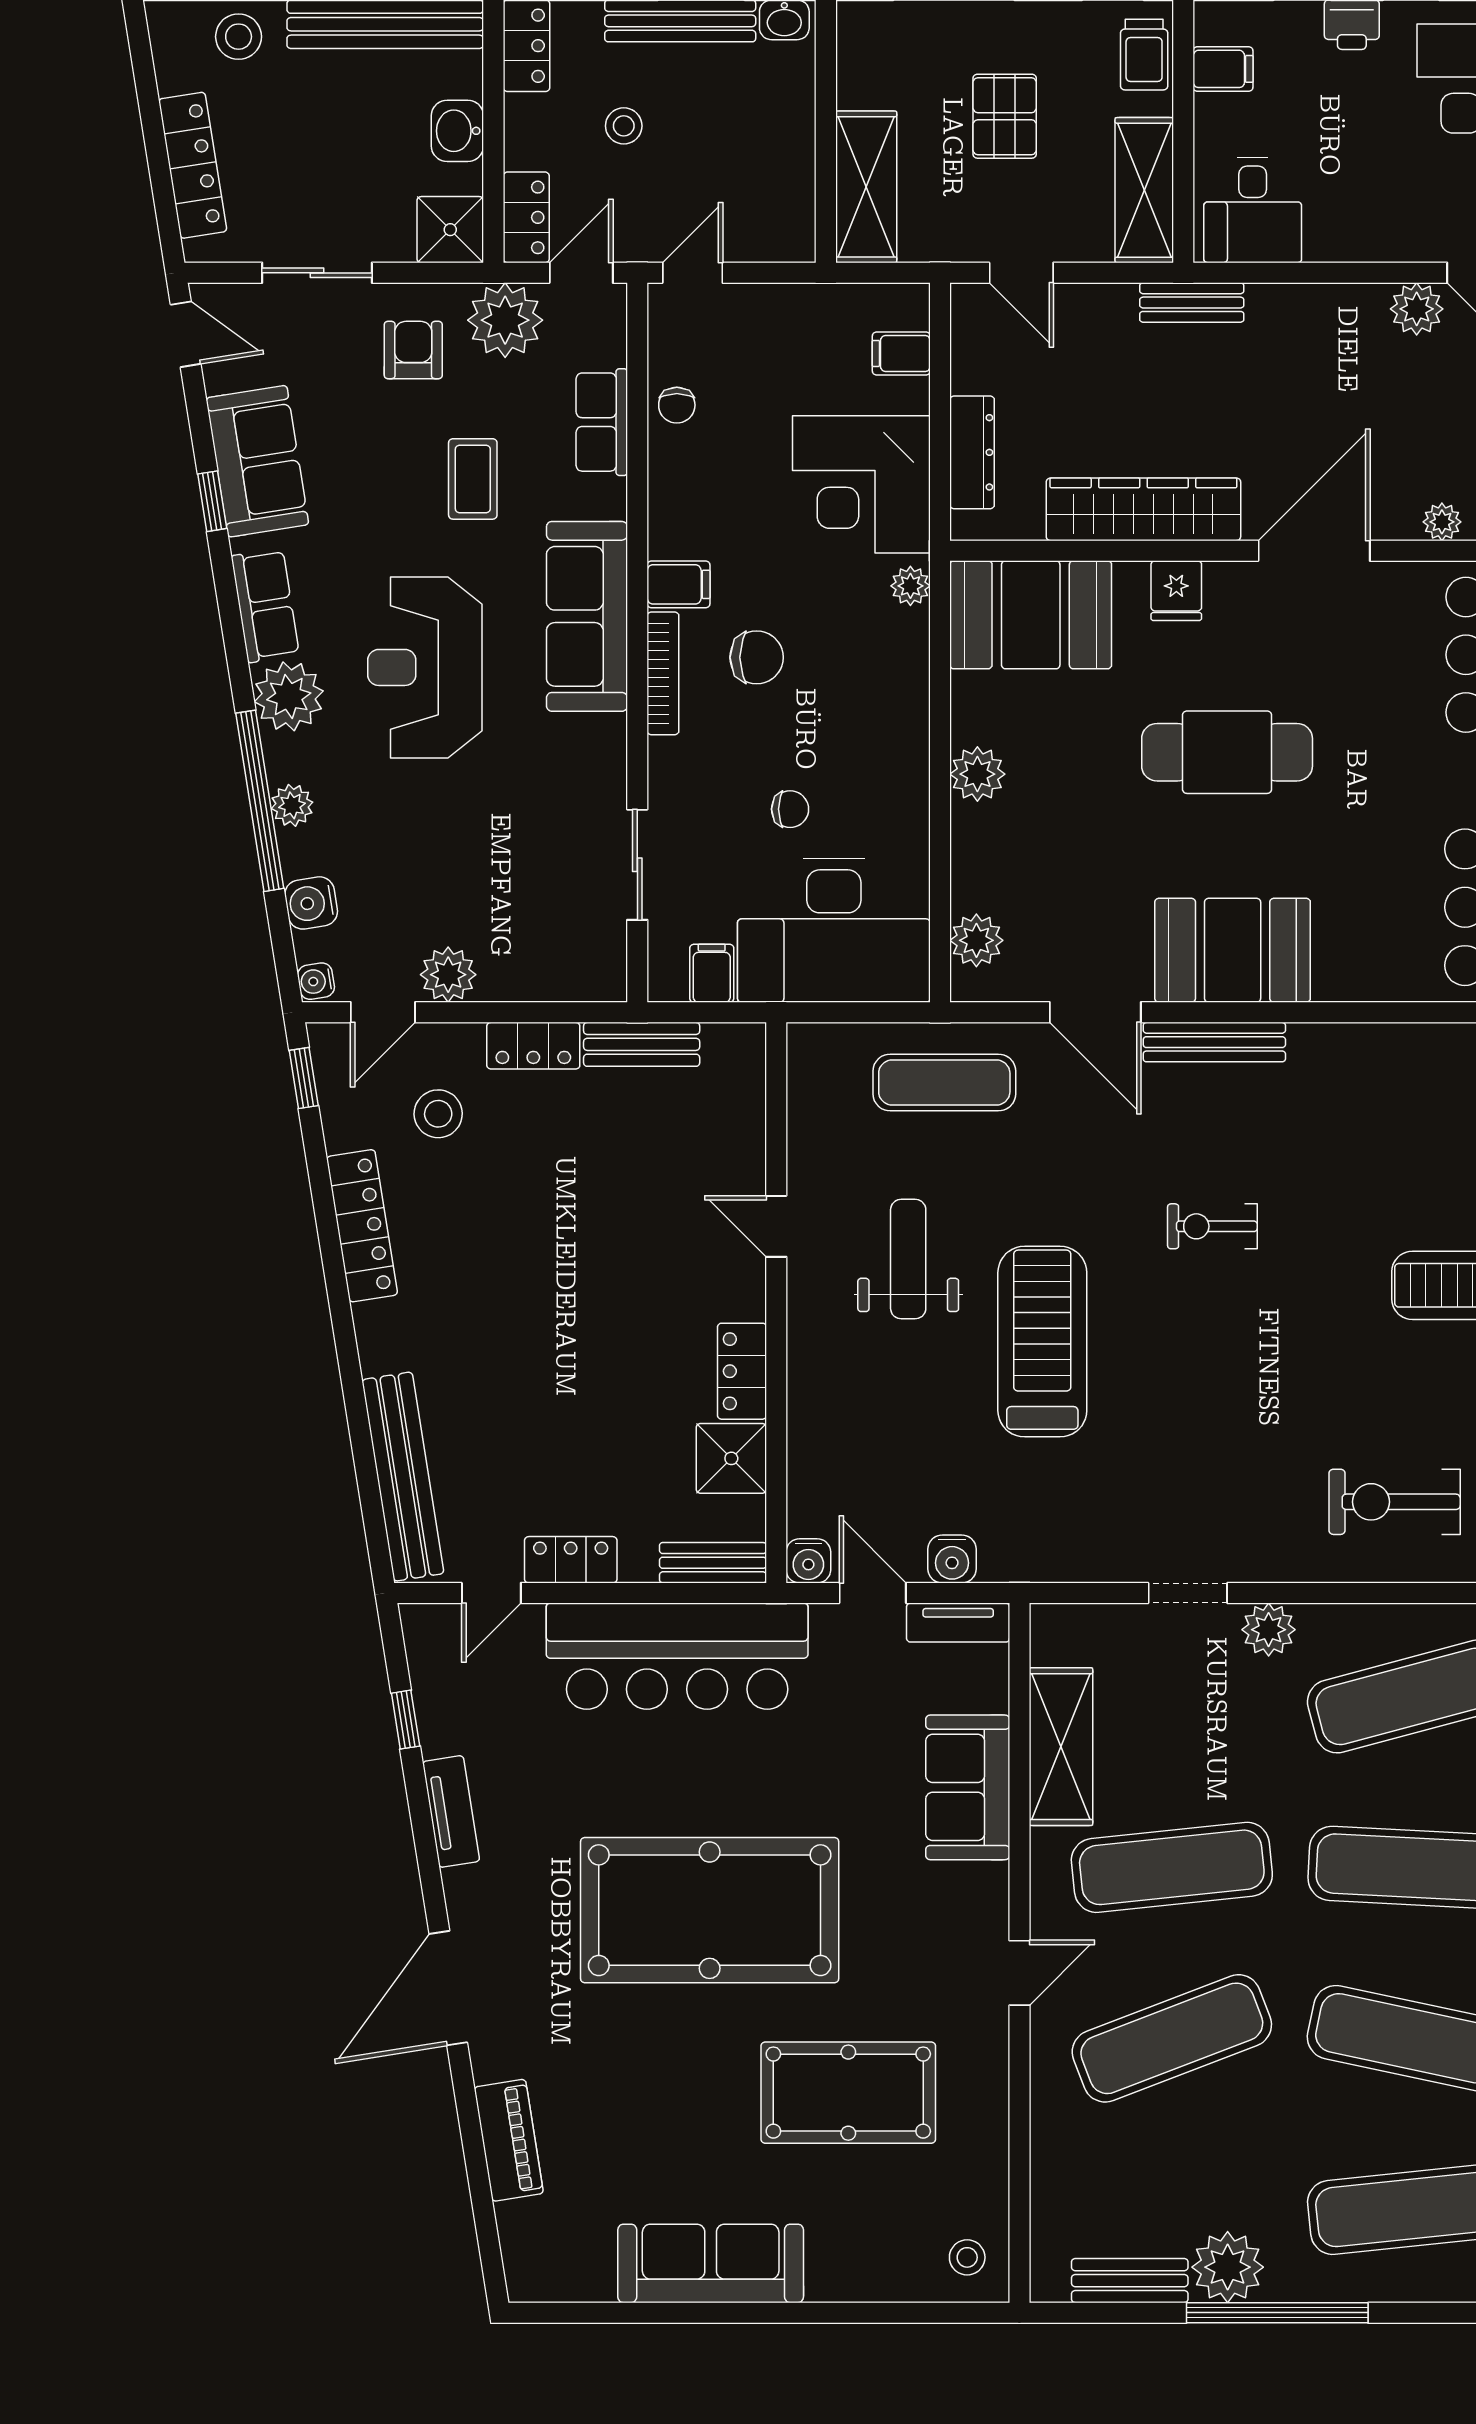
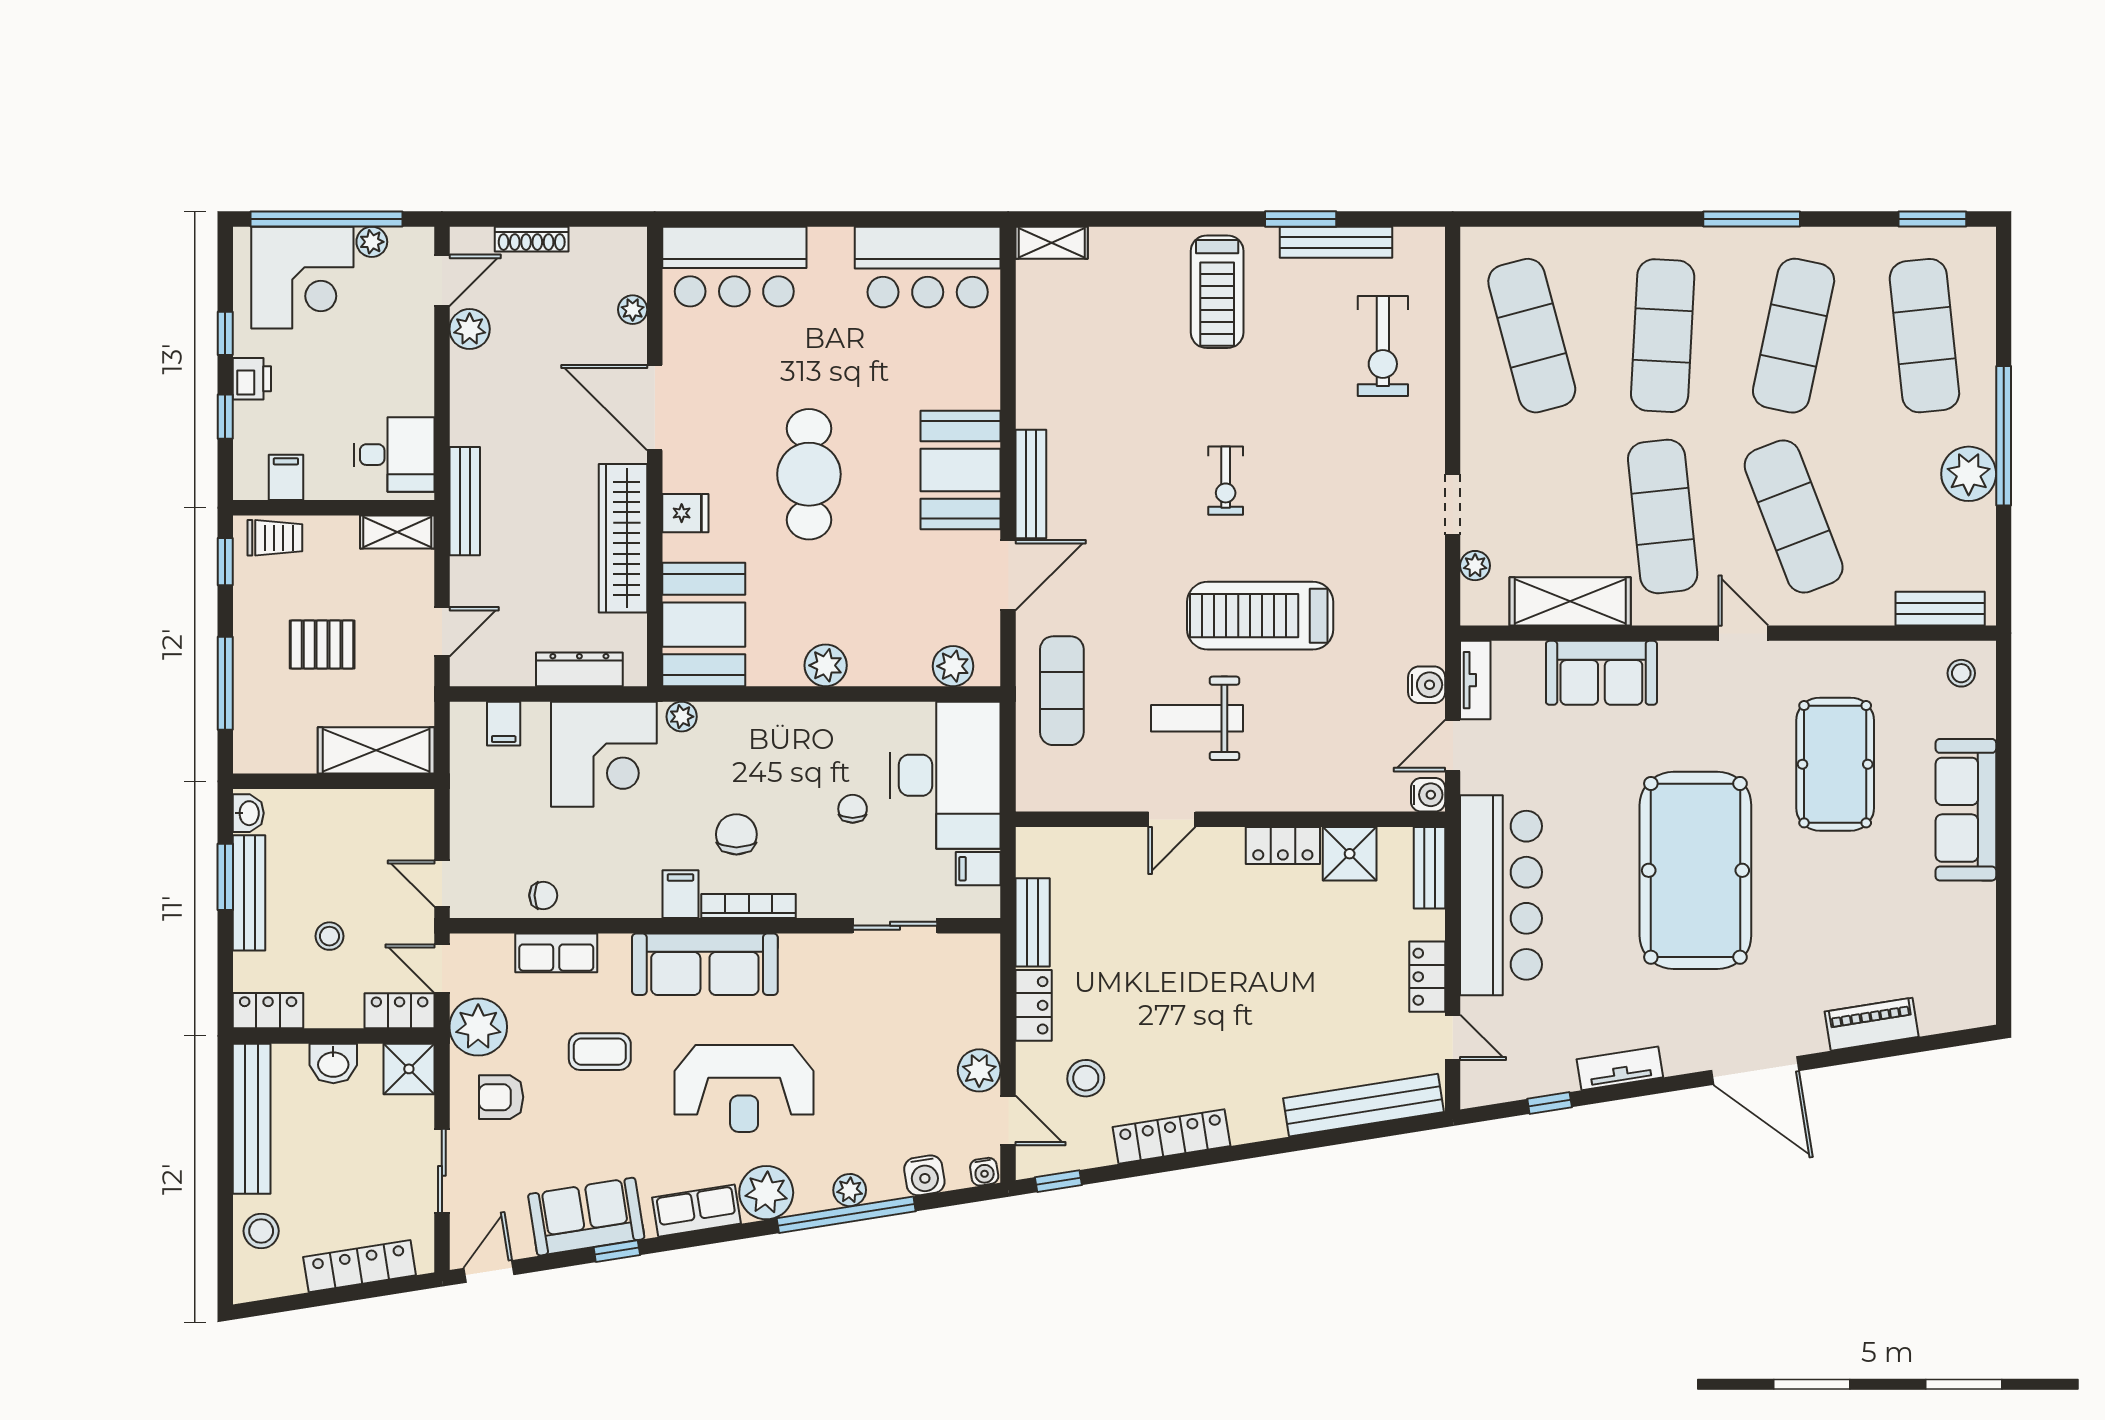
shelving: (1144, 190) -> (397, 532), width x0.67, depth x0.75
bench: (1192, 303) -> (465, 501), width x1.36
exercise bike: (1212, 1226) -> (1226, 481), moved
plant: (1269, 1630) -> (1475, 566), moved, width x0.73, depth x0.73
sofa: (711, 2263) -> (1966, 810), moved
bench: (1130, 2281) -> (1940, 609), moved, turned 90

